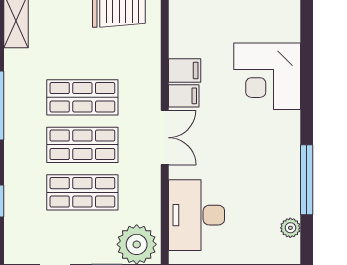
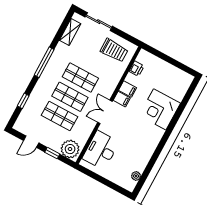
printer: (181, 22) -> (137, 69), added
double door: (165, 138) -> (105, 112), swing flipped
window: (307, 180) -> (153, 160), removed

